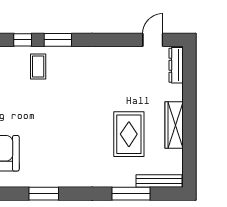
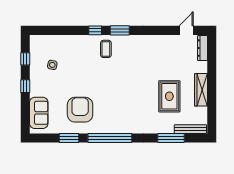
window: (44, 194) -> (110, 138), width x2.11

